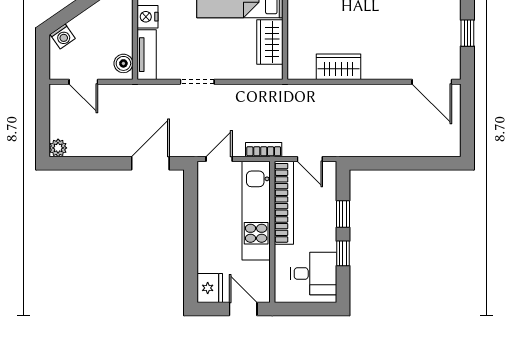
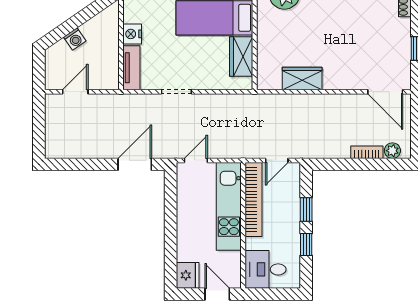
washing machine: (63, 36) -> (75, 39), moved
boiler: (123, 63) -> (111, 76), removed
door: (83, 82) -> (75, 92), swing flipped
plant: (58, 148) -> (392, 151), moved
bookcase: (264, 150) -> (367, 152), moved
door: (310, 159) -> (277, 160), hinge flipped
desk: (314, 274) -> (265, 269), moved, turned 180

